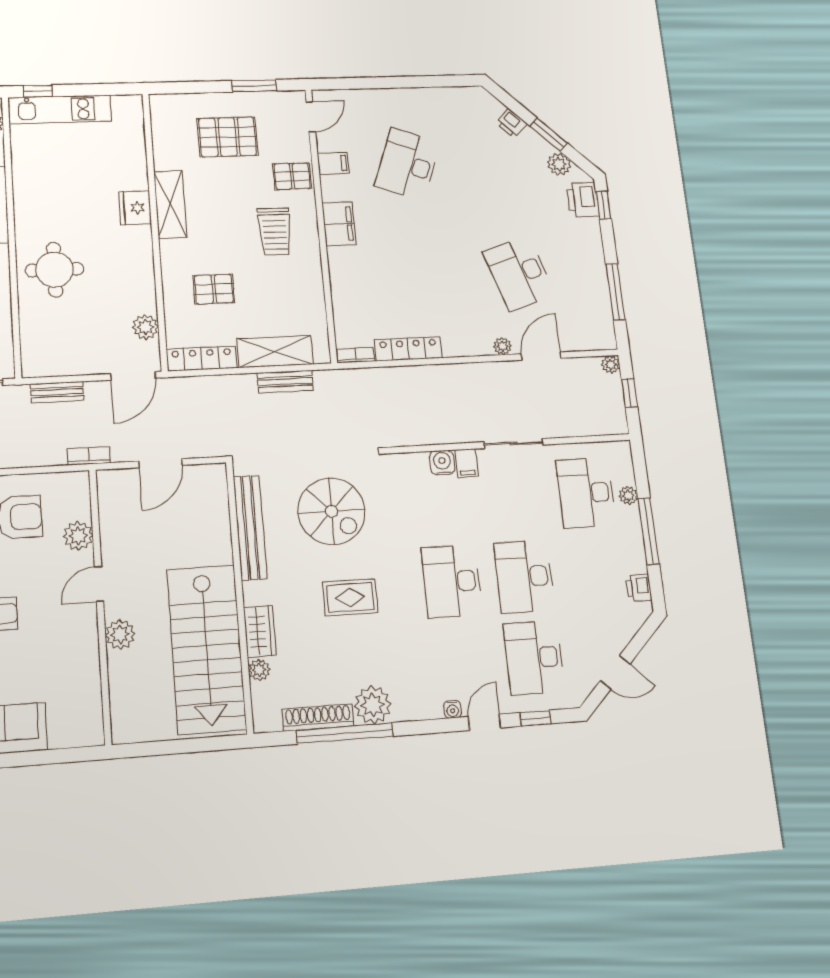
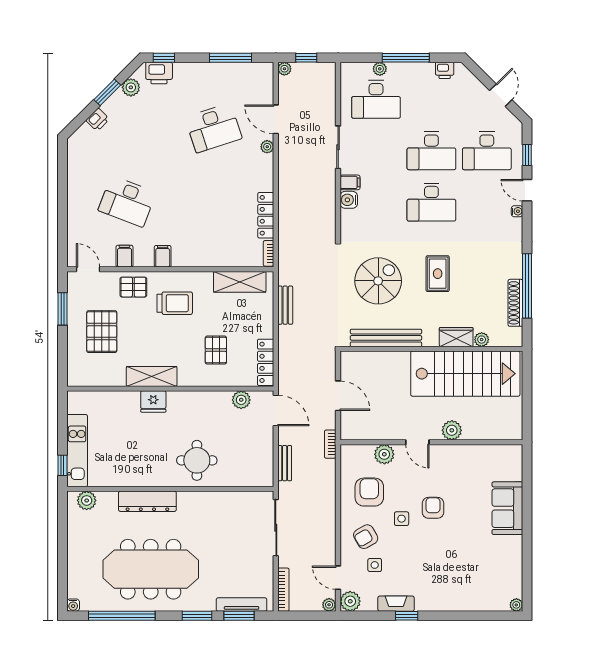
pallet: (292, 176) -> (133, 287), turned 90
filing cabinet: (339, 224) -> (163, 256), width x0.50
shelving: (275, 352) -> (240, 282), moved, turned 90
plant: (373, 705) -> (510, 265), removed

